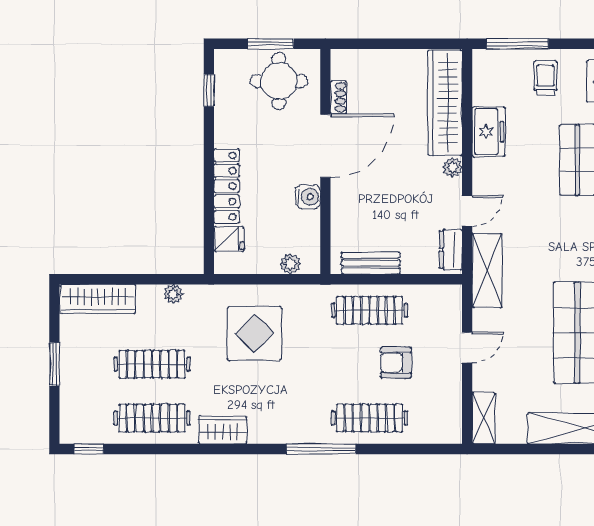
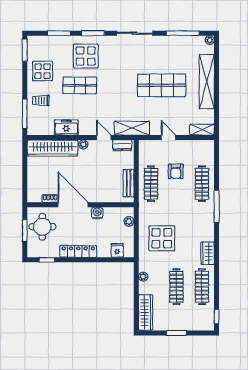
locker: (227, 186) -> (78, 251), moved

